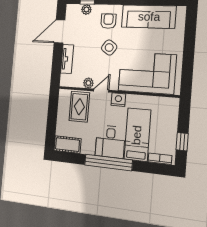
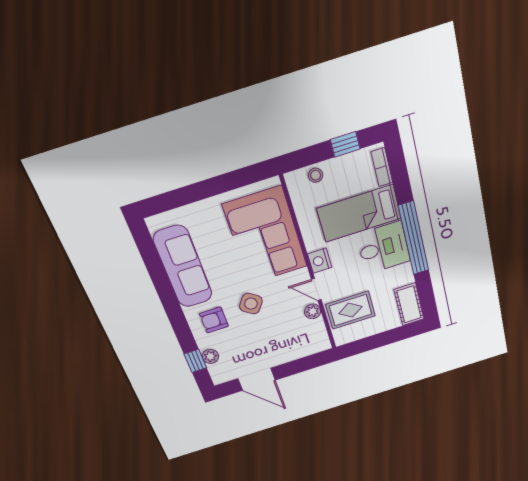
tv unit: (67, 59) -> (291, 354), removed
stool: (171, 117) -> (316, 175), added

